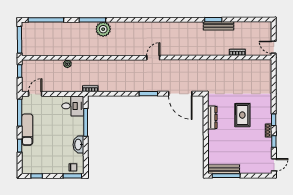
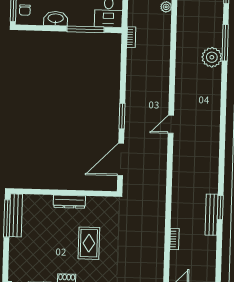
door: (153, 58) -> (171, 124), swing flipped
rug: (242, 115) -> (89, 243), turned 90
dresser: (212, 117) -> (69, 202), moved

